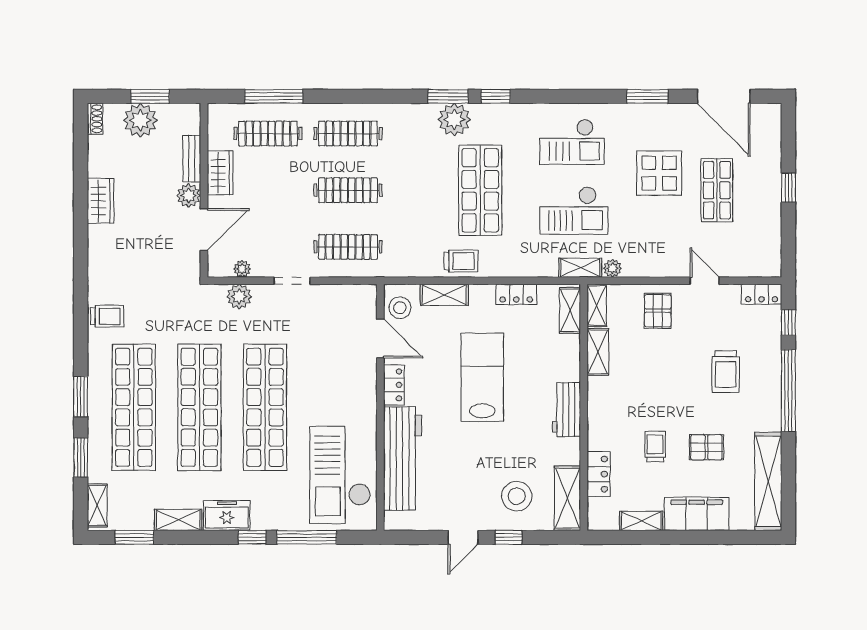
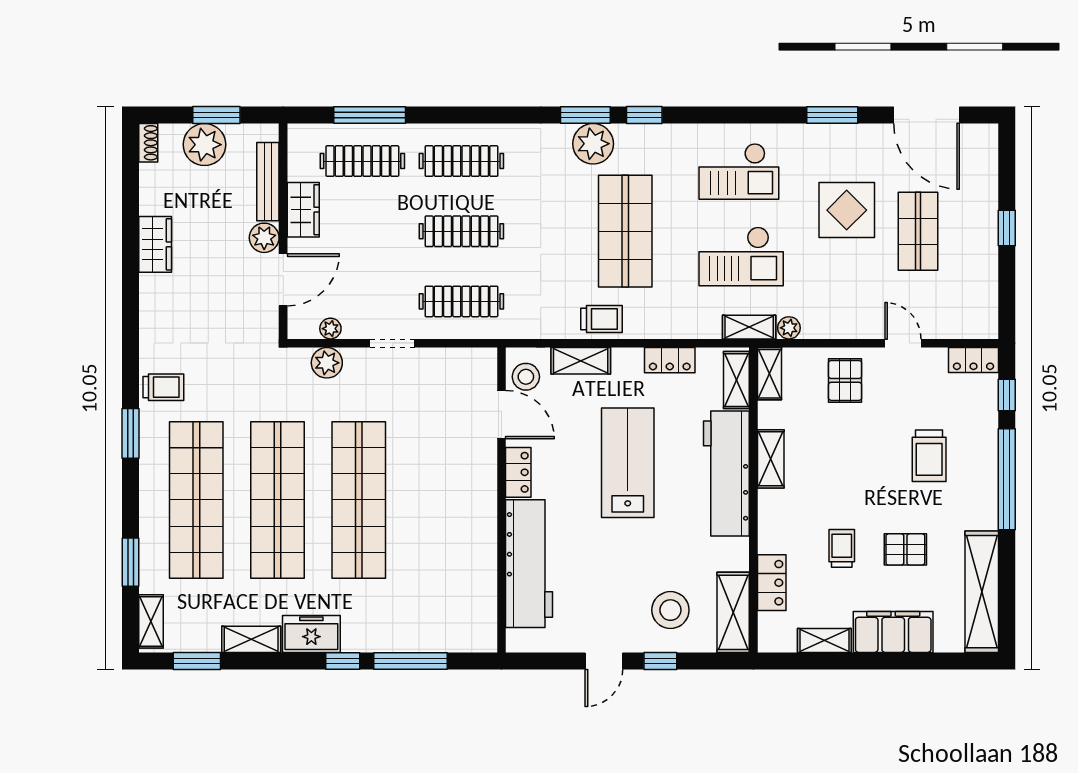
bench: (192, 159) -> (268, 182), width x1.36
shelving: (598, 352) -> (771, 459), moved
window: (81, 397) -> (131, 433), moved
workbench: (566, 410) -> (726, 474), width x1.88, depth x1.32
checkout: (340, 475) -> (452, 584), removed

